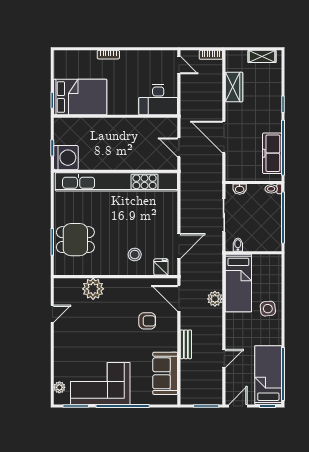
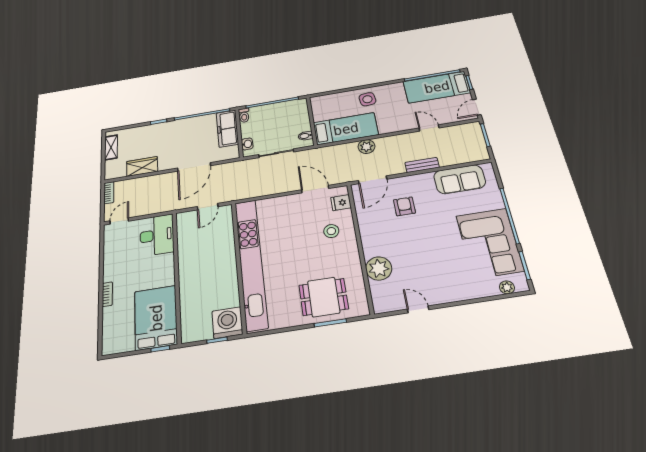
freezer: (272, 153) -> (227, 128), moved, turned 90
dining table: (75, 240) -> (324, 297), turned 90
door: (238, 406) -> (477, 107), hinge flipped

